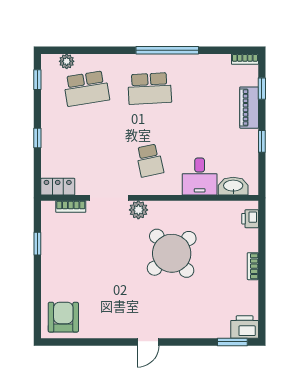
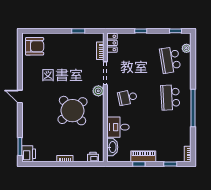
piano: (249, 108) -> (143, 156), moved

